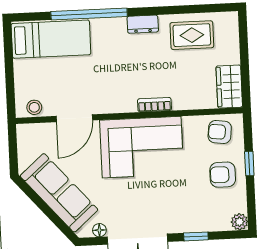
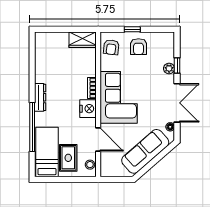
dresser: (143, 24) -> (40, 97), width x1.44
rug: (192, 35) -> (68, 158), moved
nightstand: (122, 100) -> (88, 109), added
plant: (239, 222) -> (169, 68), moved

